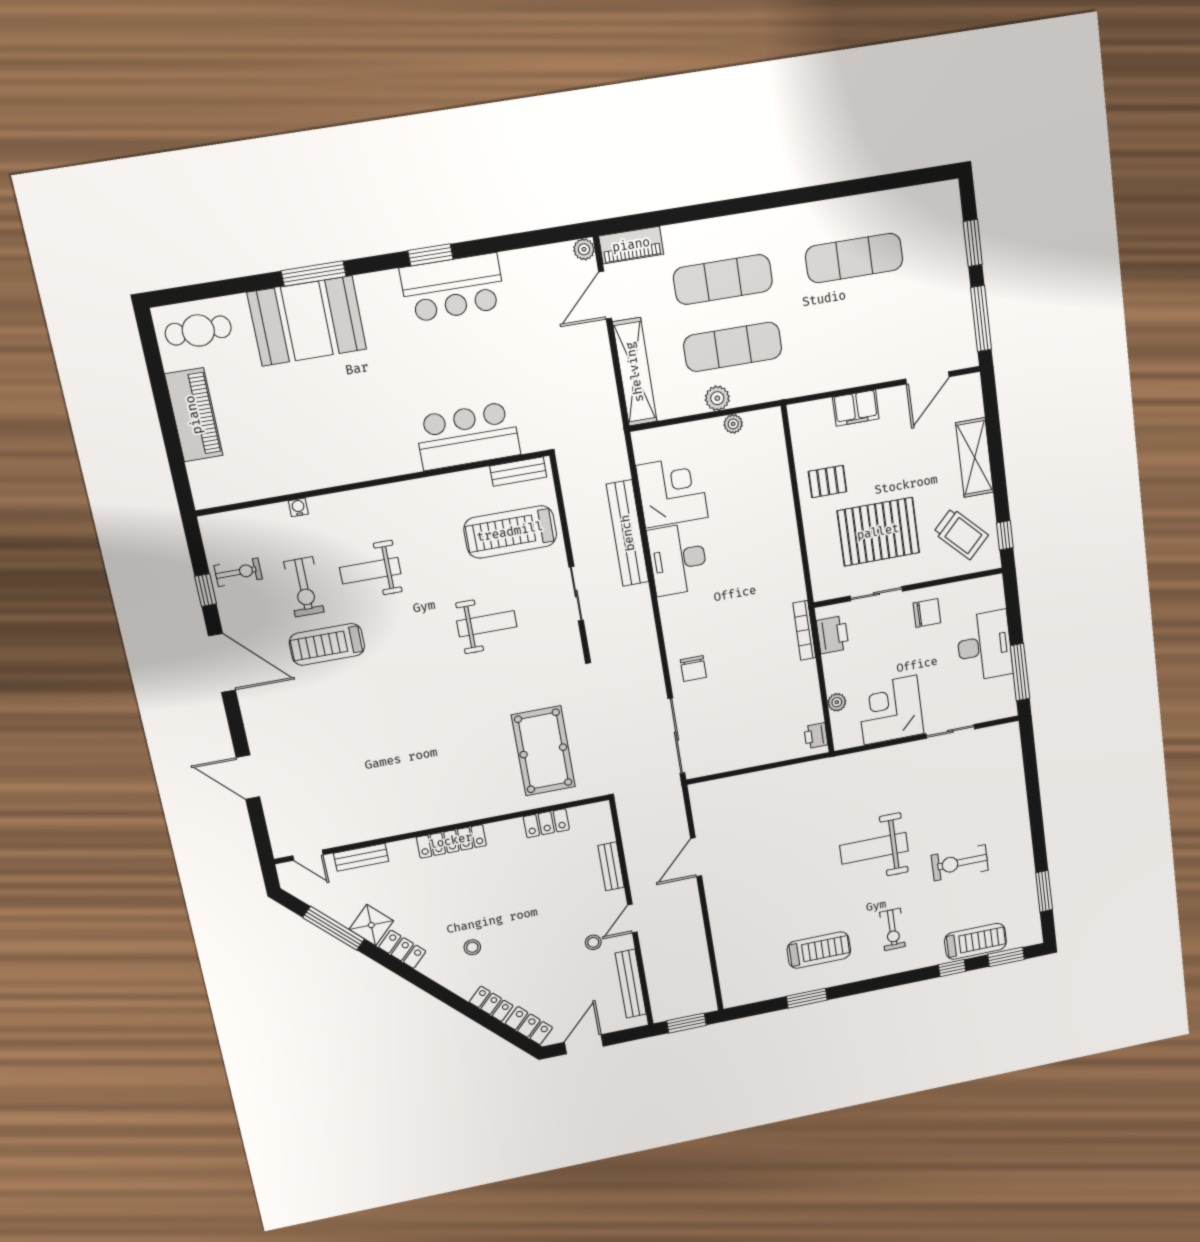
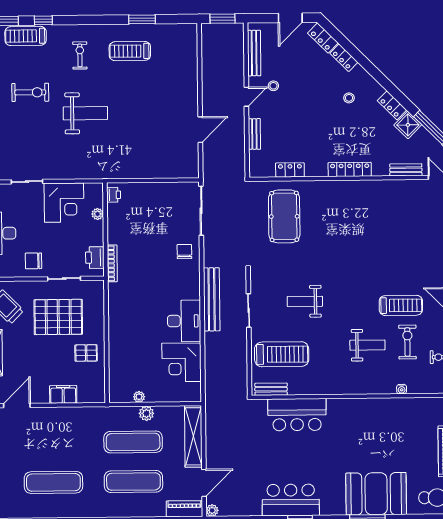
bench: (628, 533) -> (212, 299), moved

